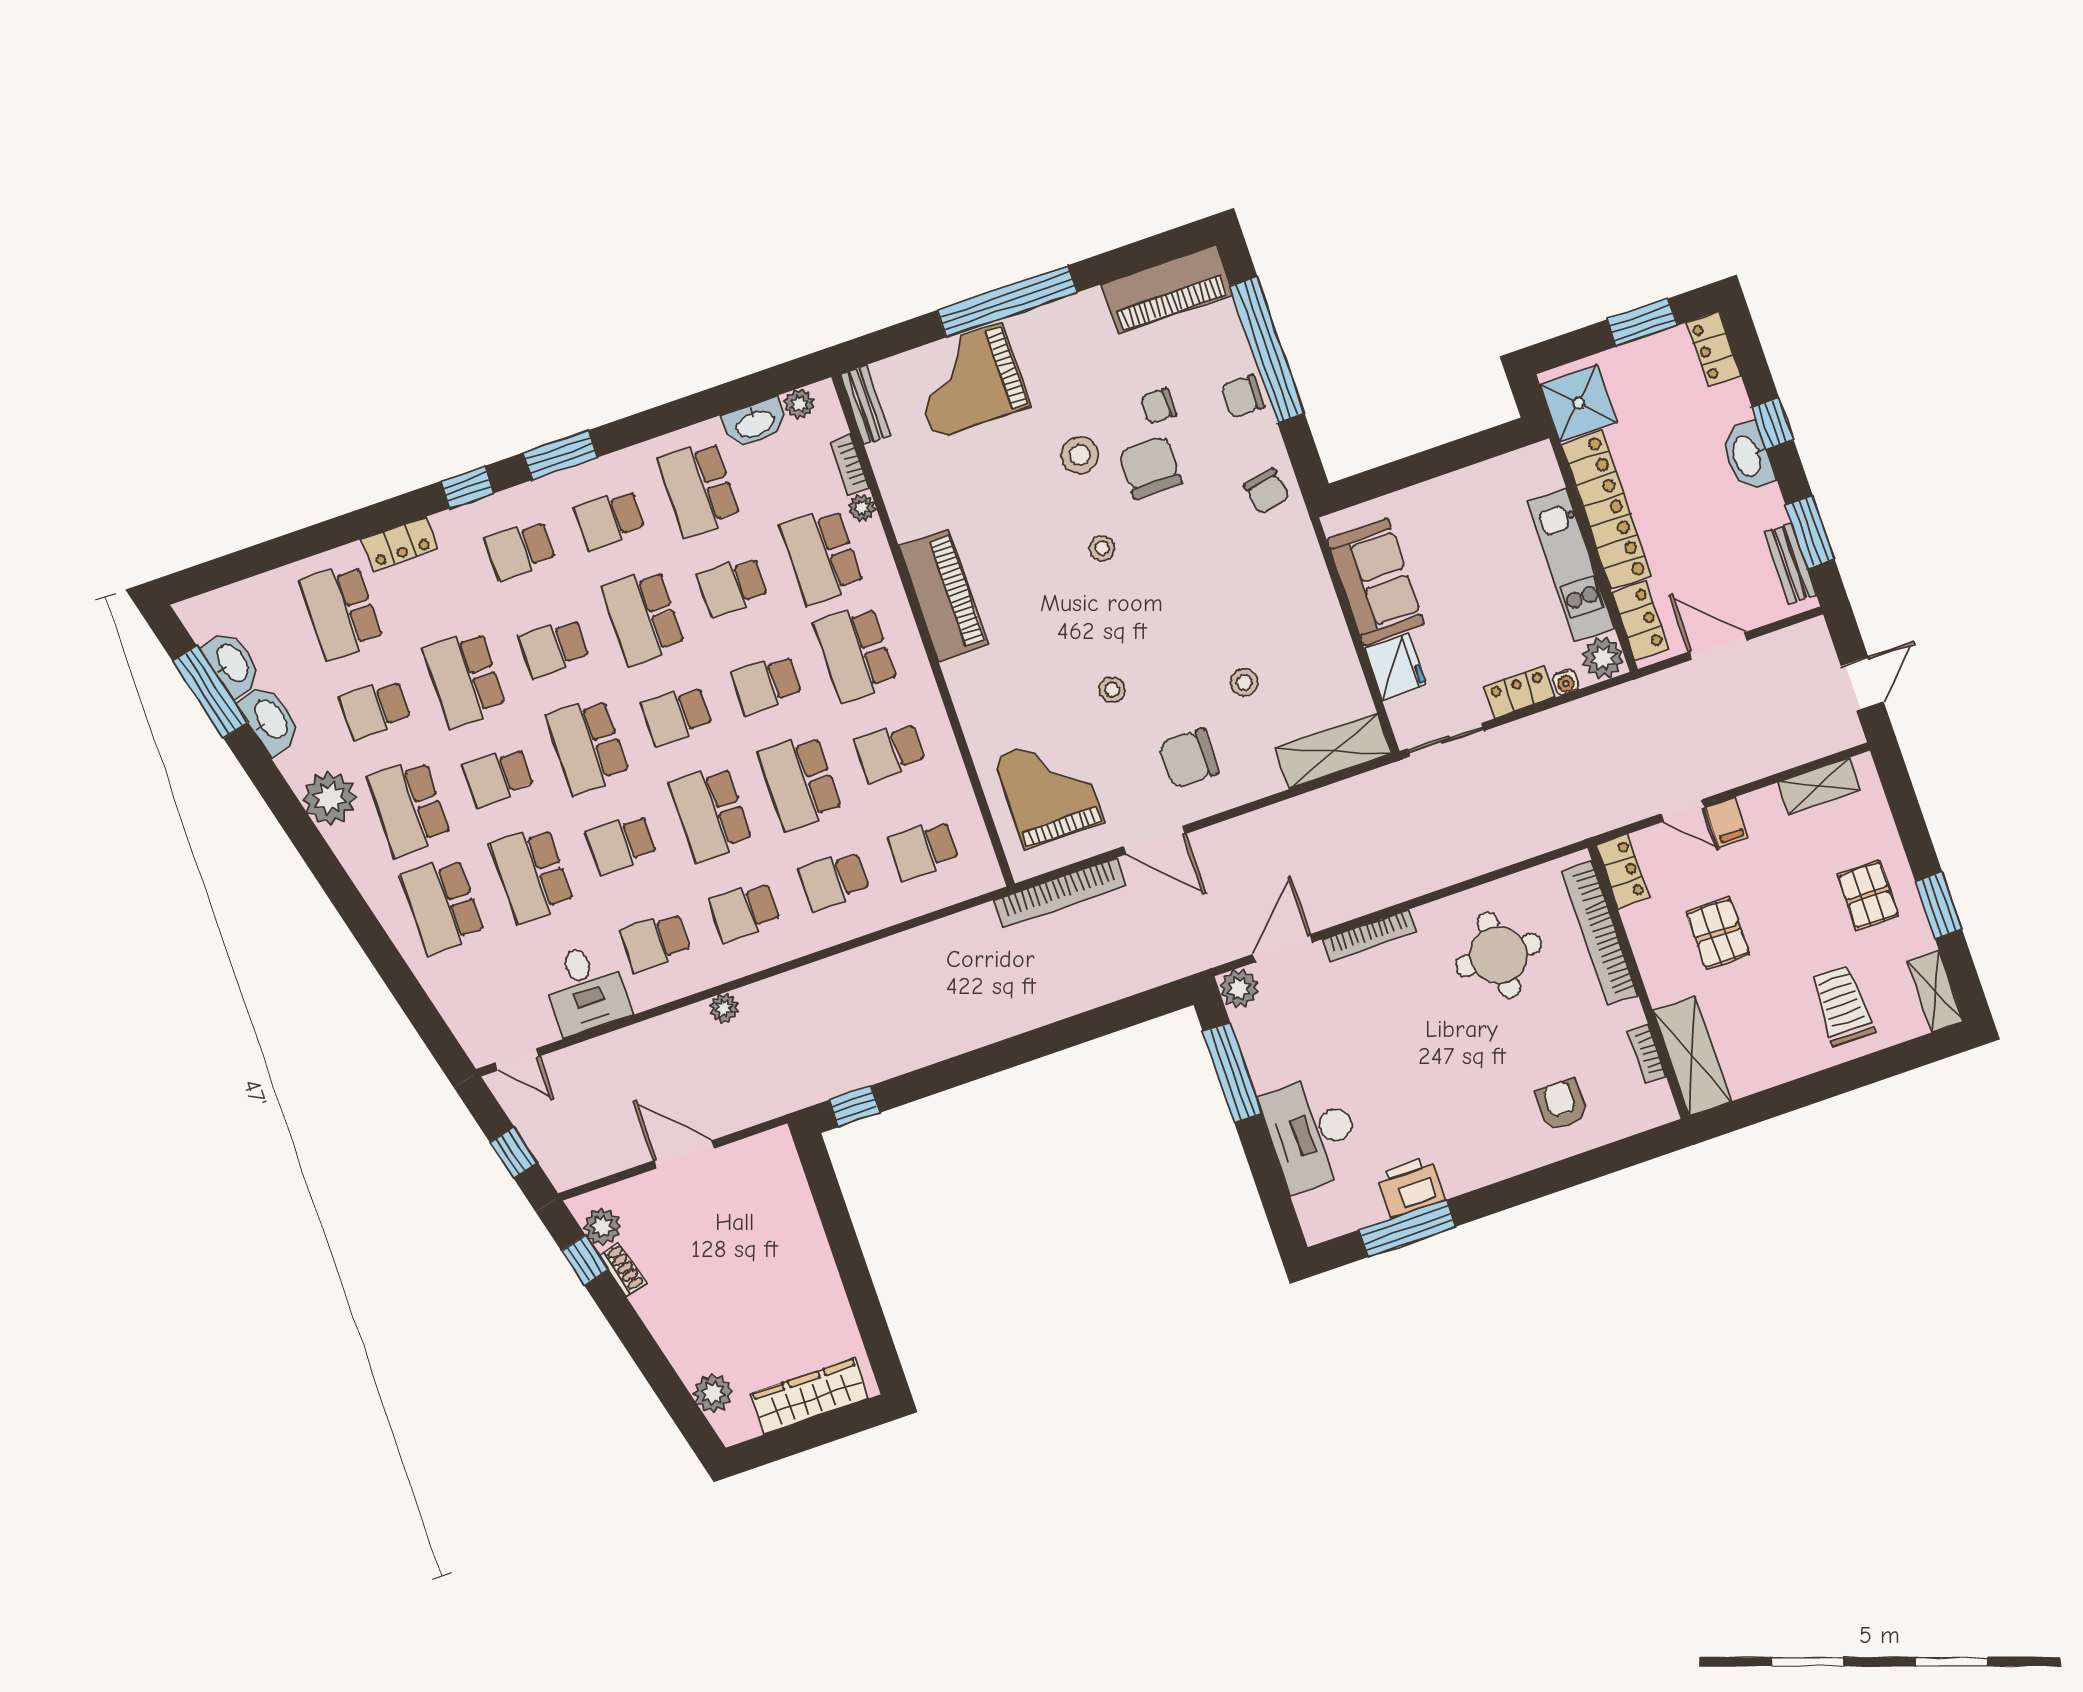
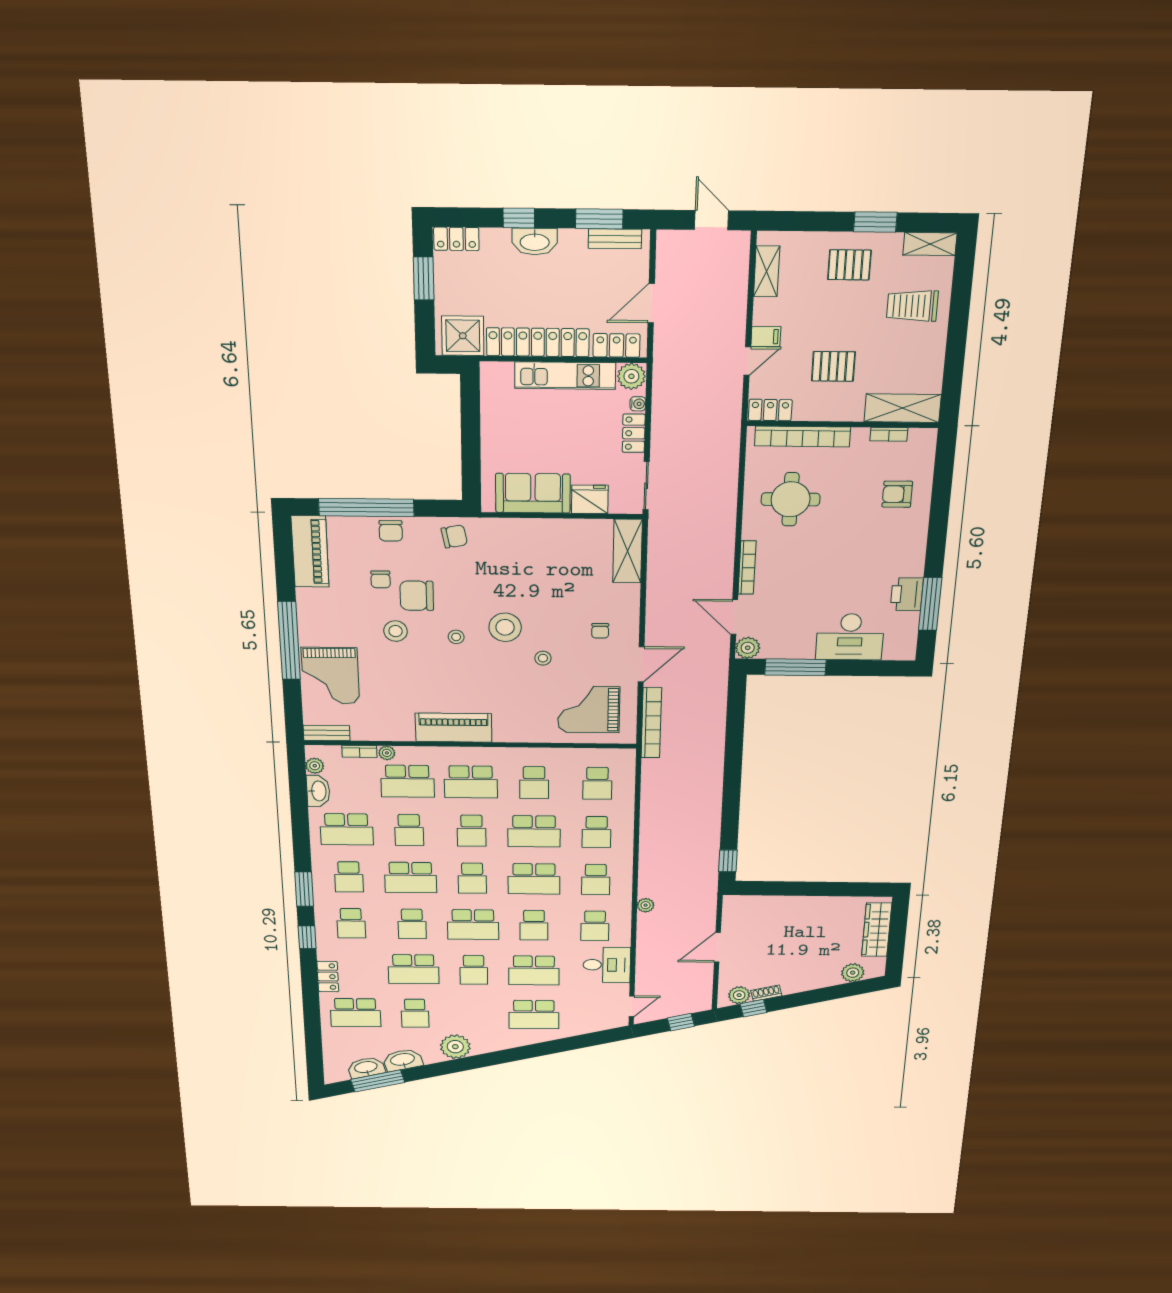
stool: (1244, 682) -> (505, 627), moved, width x1.89, depth x1.89
chair: (1189, 758) -> (600, 631), width x0.54, depth x0.54
school desk: (409, 807) -> (474, 1014), removed

